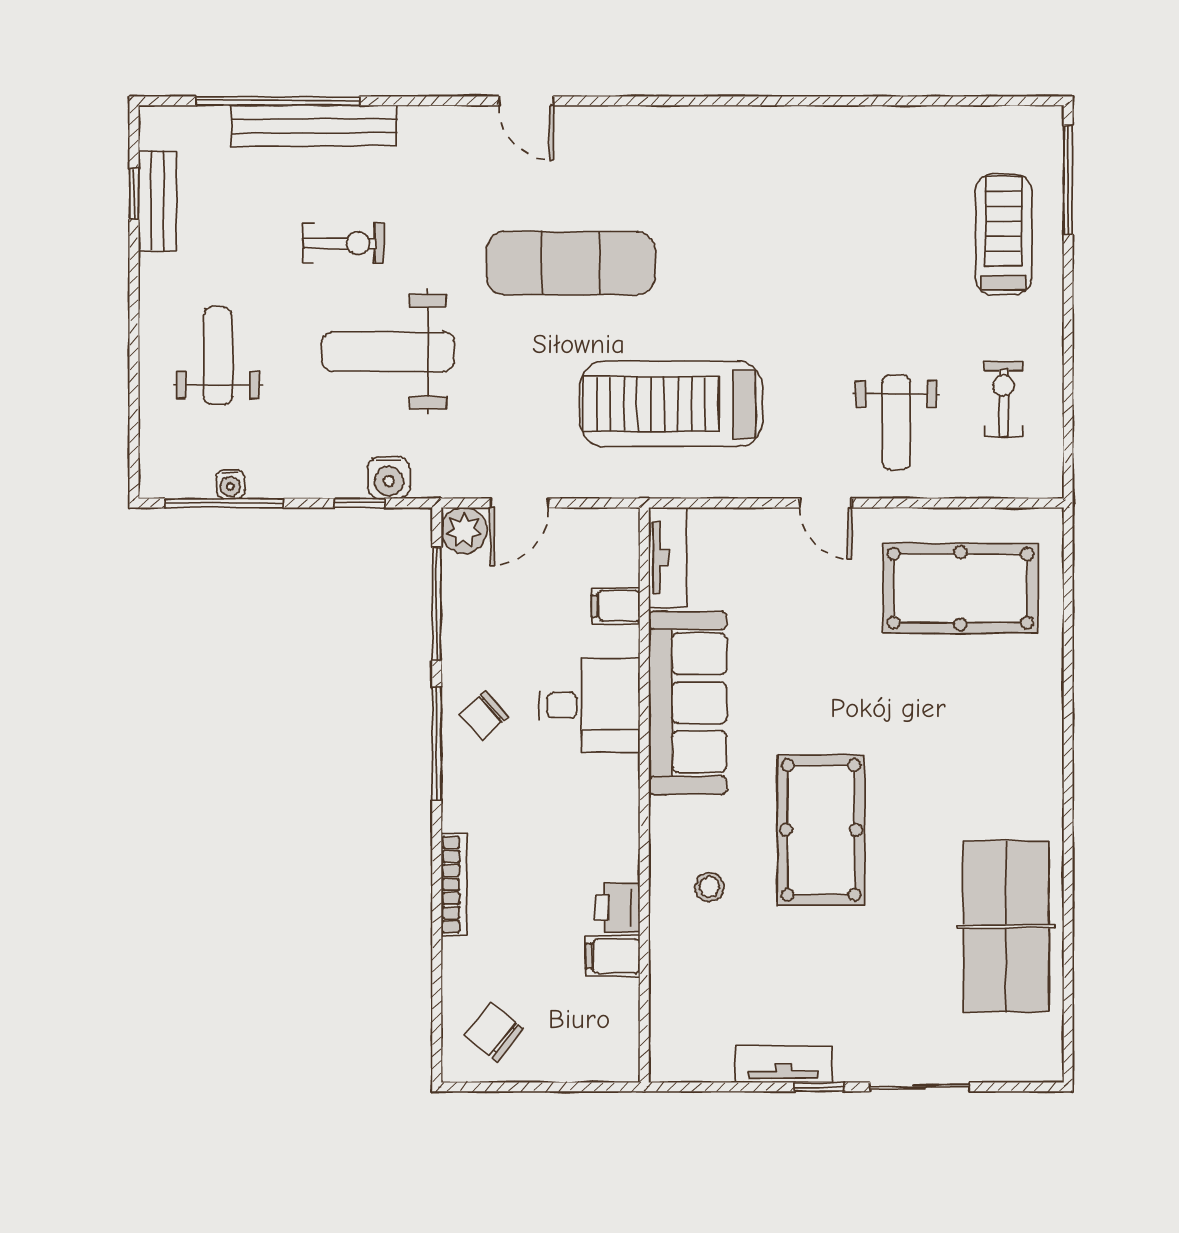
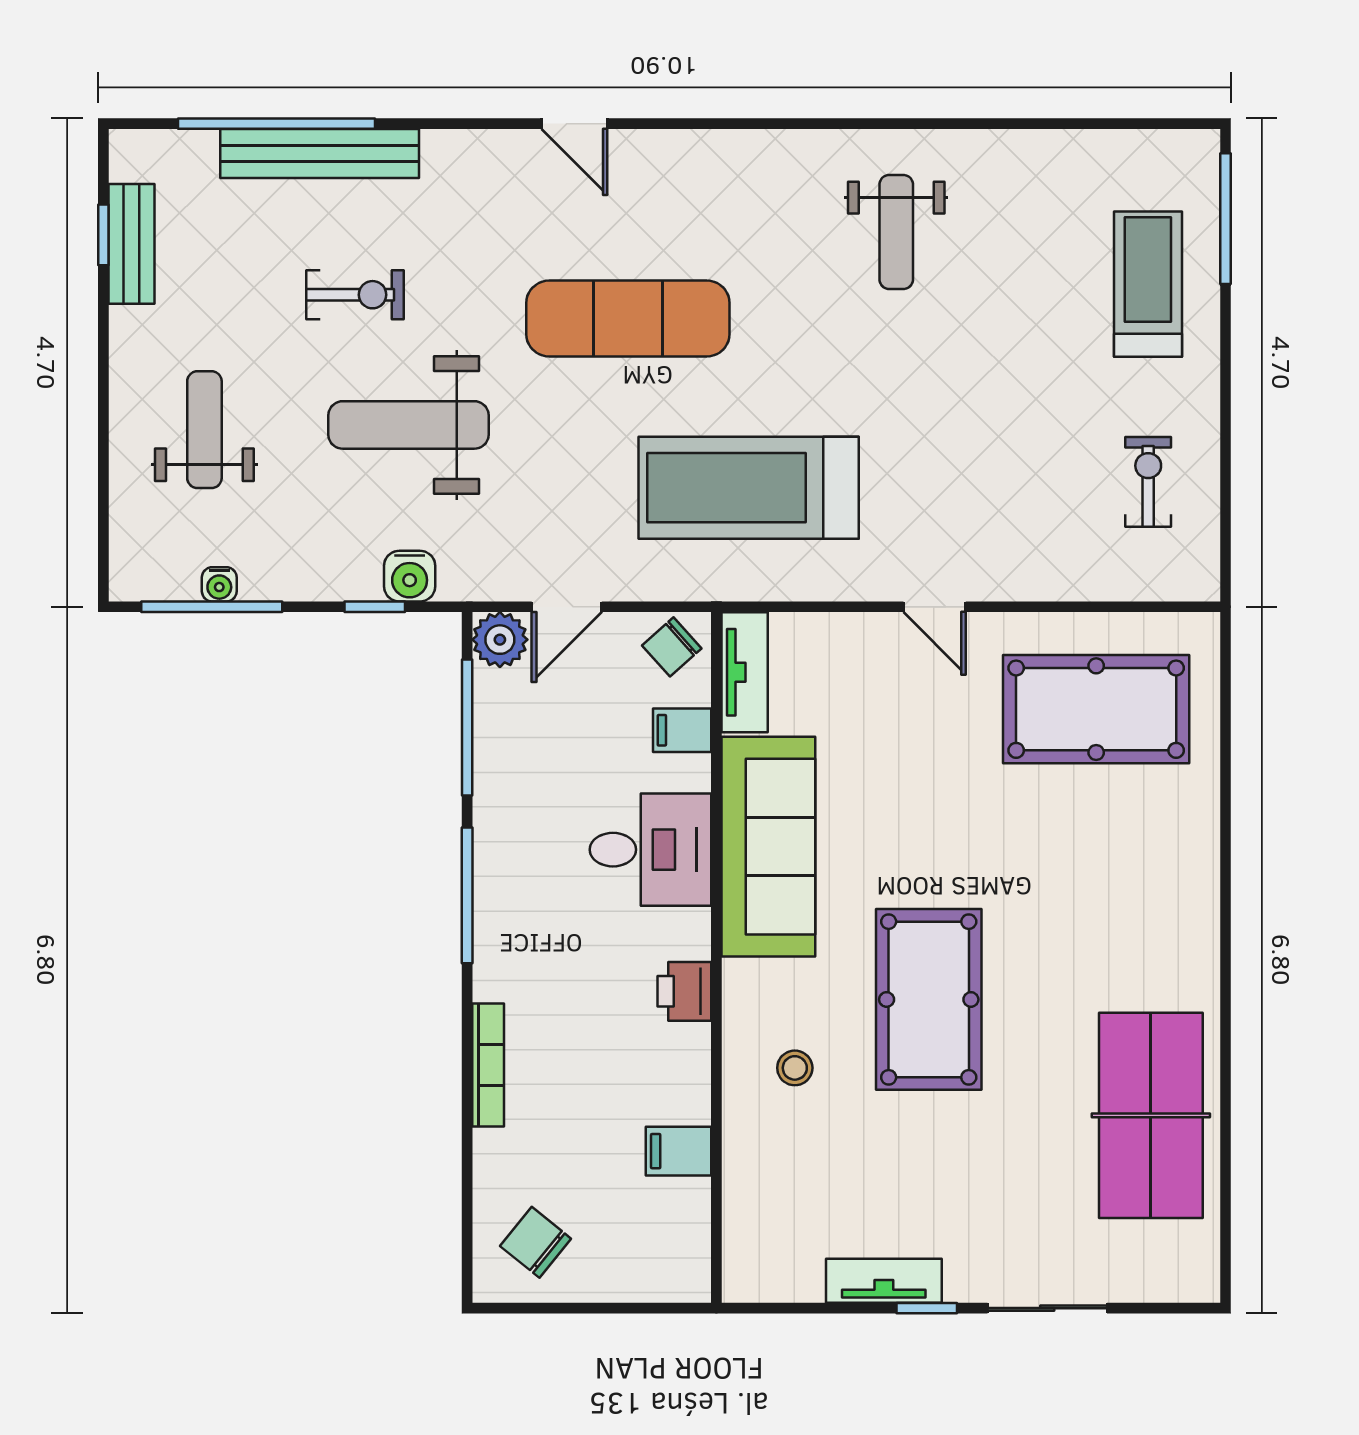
weight bench: (896, 423) -> (896, 232), moved
chair: (484, 715) -> (672, 647), moved
printer: (618, 908) -> (684, 991), moved

